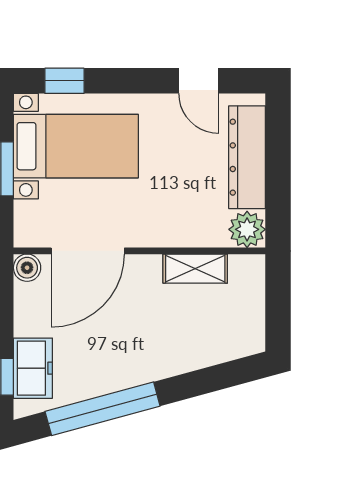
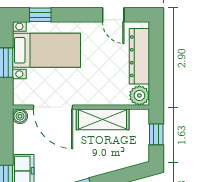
door: (88, 251) -> (53, 107), hinge flipped
shelving: (195, 269) -> (103, 119), width x1.50, depth x1.33
window: (278, 301) -> (156, 134), added

